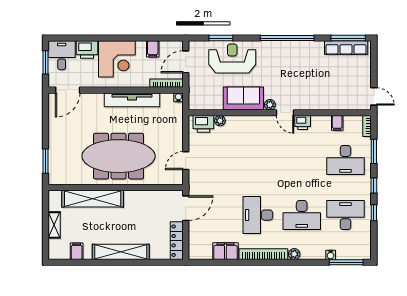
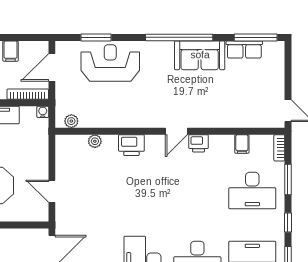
row of seats: (346, 48) -> (244, 50), width x0.68
sofa: (243, 99) -> (200, 55), moved, turned 180
plant: (270, 105) -> (71, 121), moved
door: (285, 113) -> (176, 131), hinge flipped
printer: (203, 124) -> (131, 145), moved
door: (186, 161) -> (52, 191), hinge flipped

